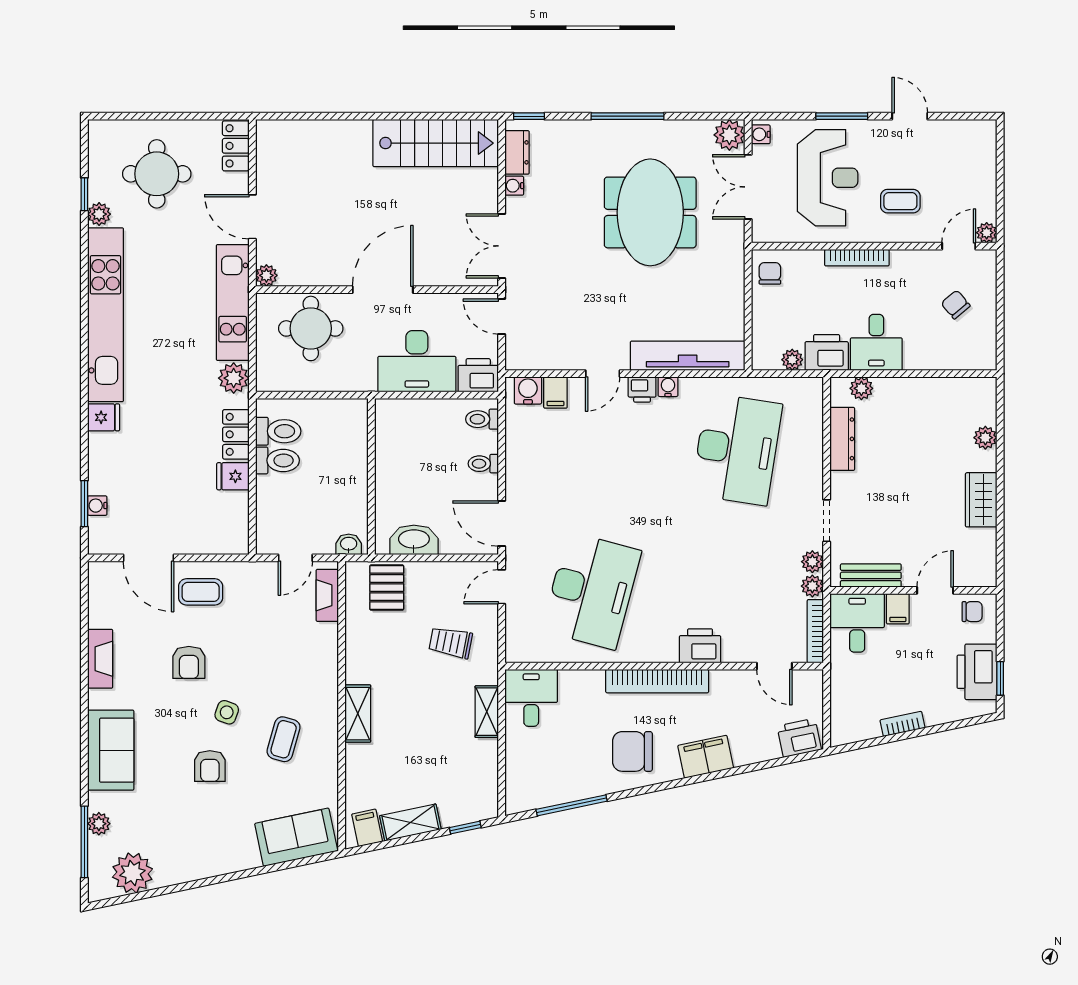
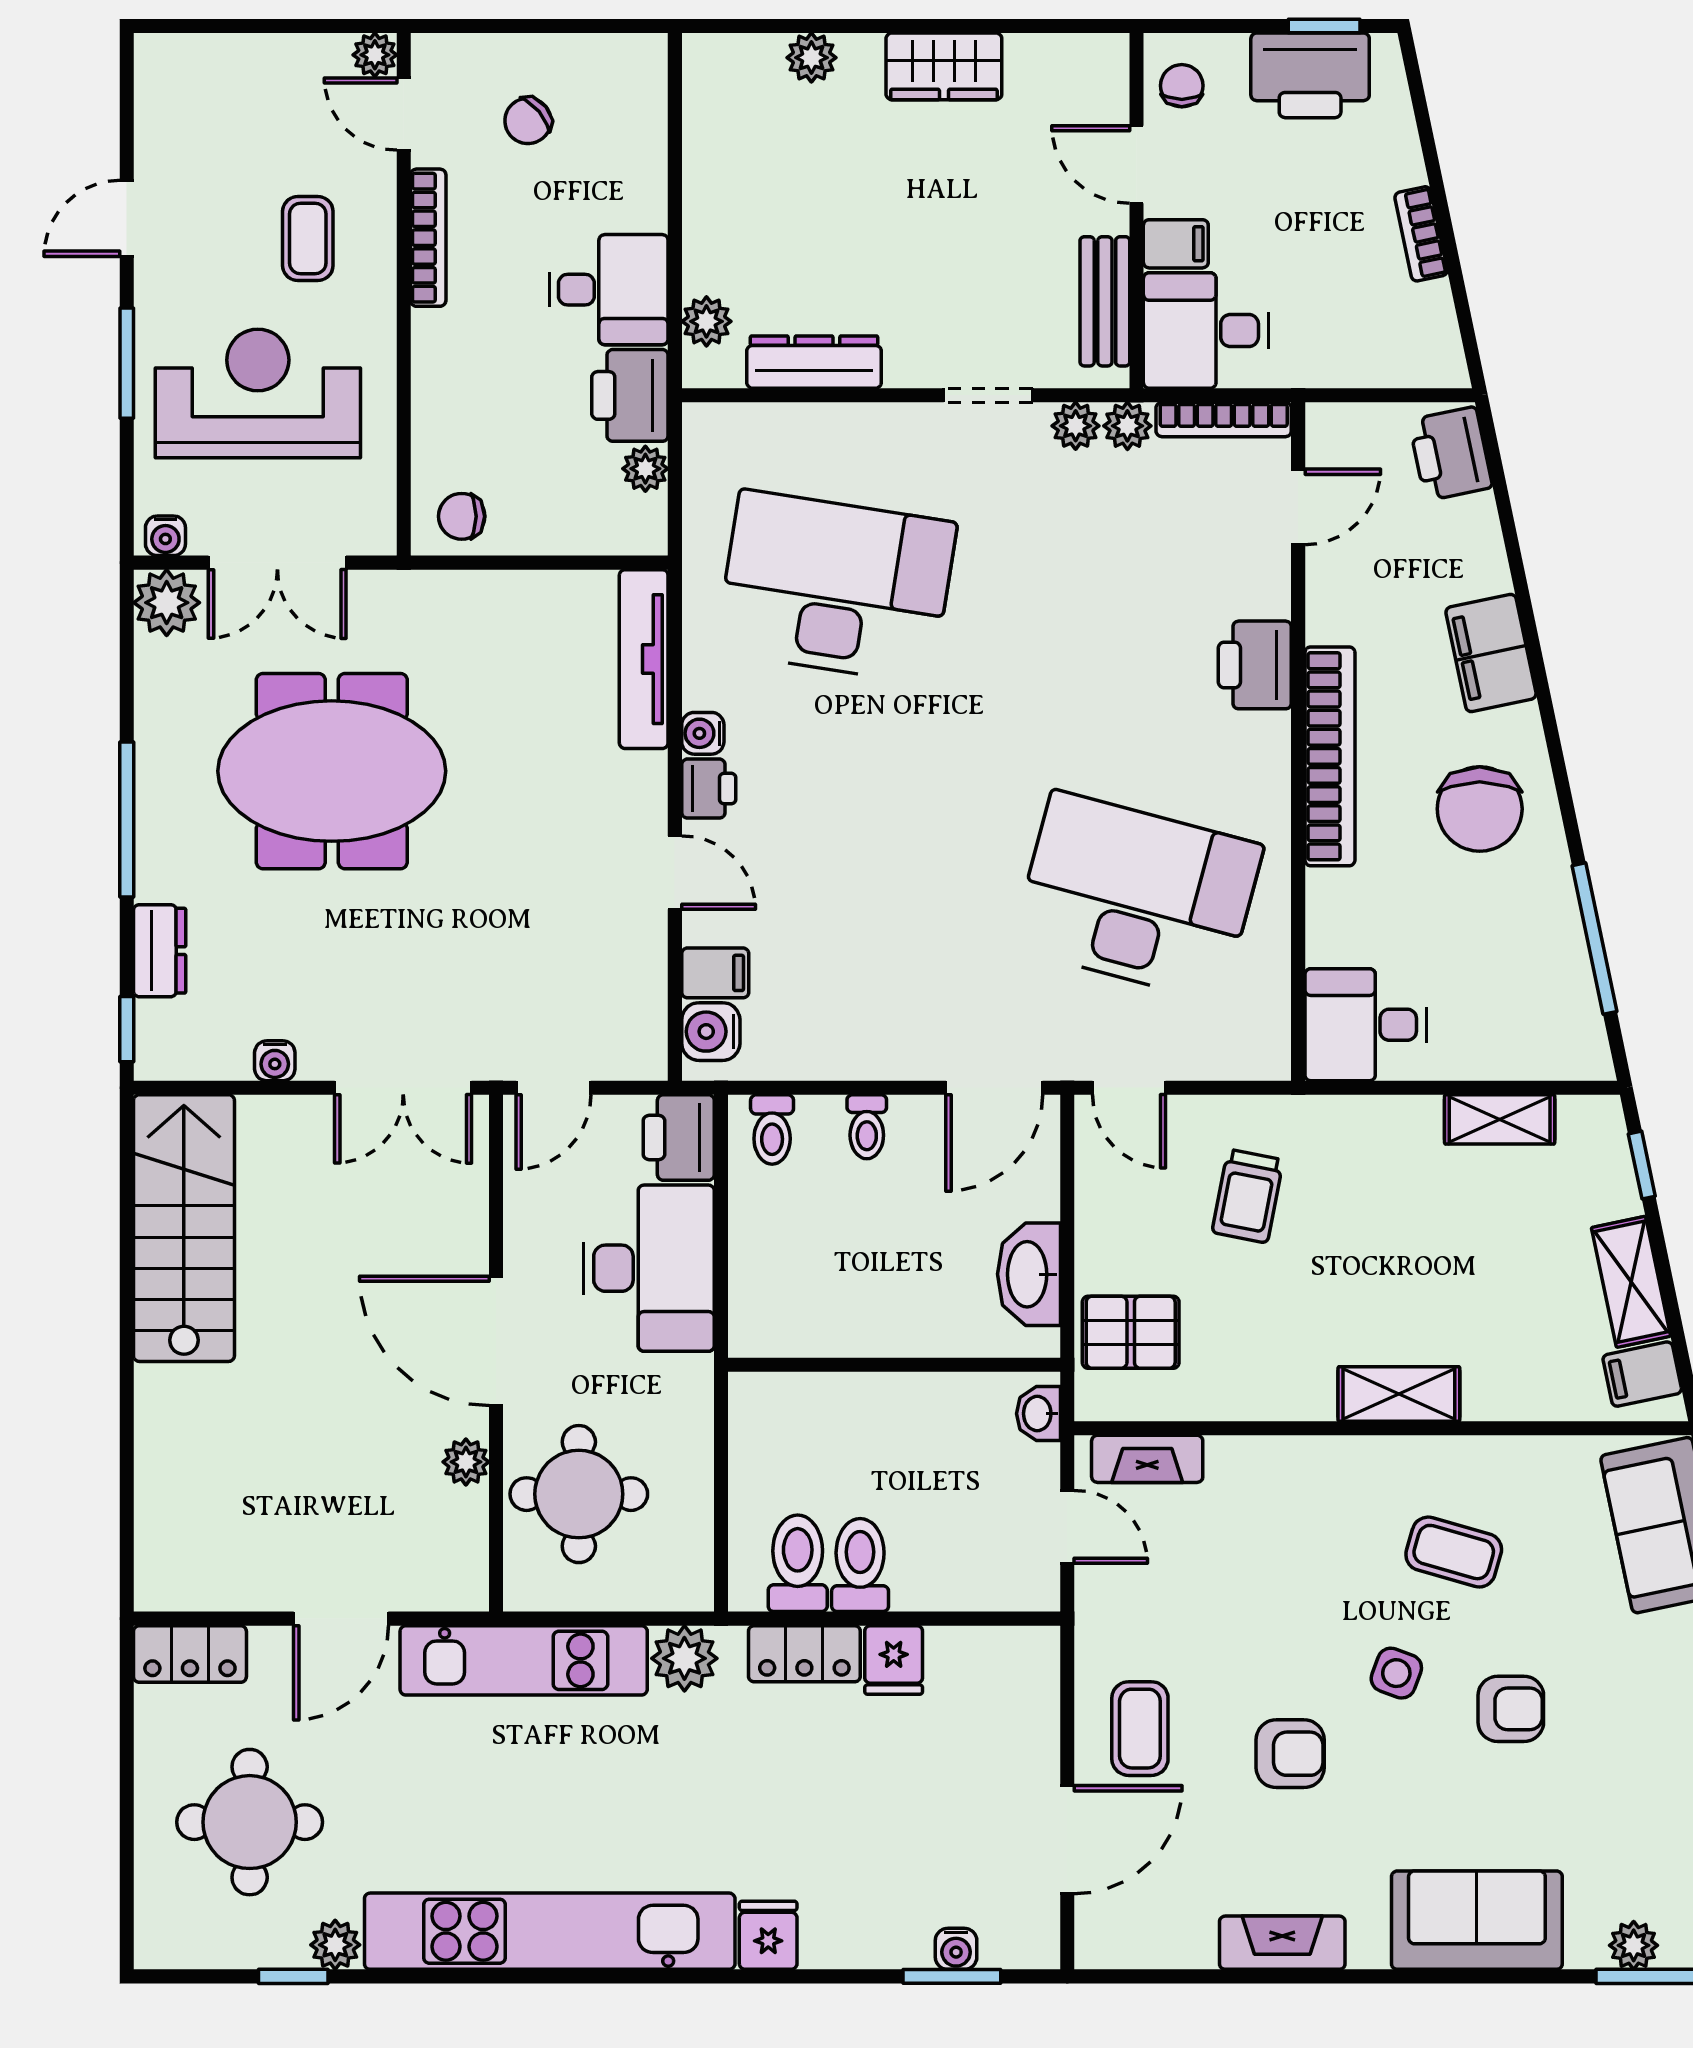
dresser: (517, 152) -> (160, 951), moved, turned 90
bookcase: (857, 258) -> (428, 238), moved
plant: (266, 275) -> (466, 1462), moved
tv unit: (688, 356) -> (644, 659), width x0.73, depth x0.78
shelving: (487, 712) -> (1500, 1119), moved

